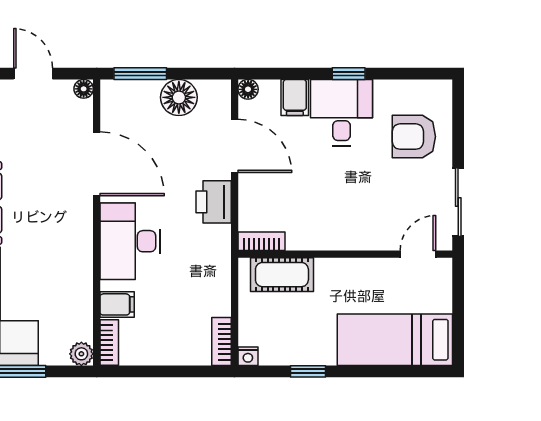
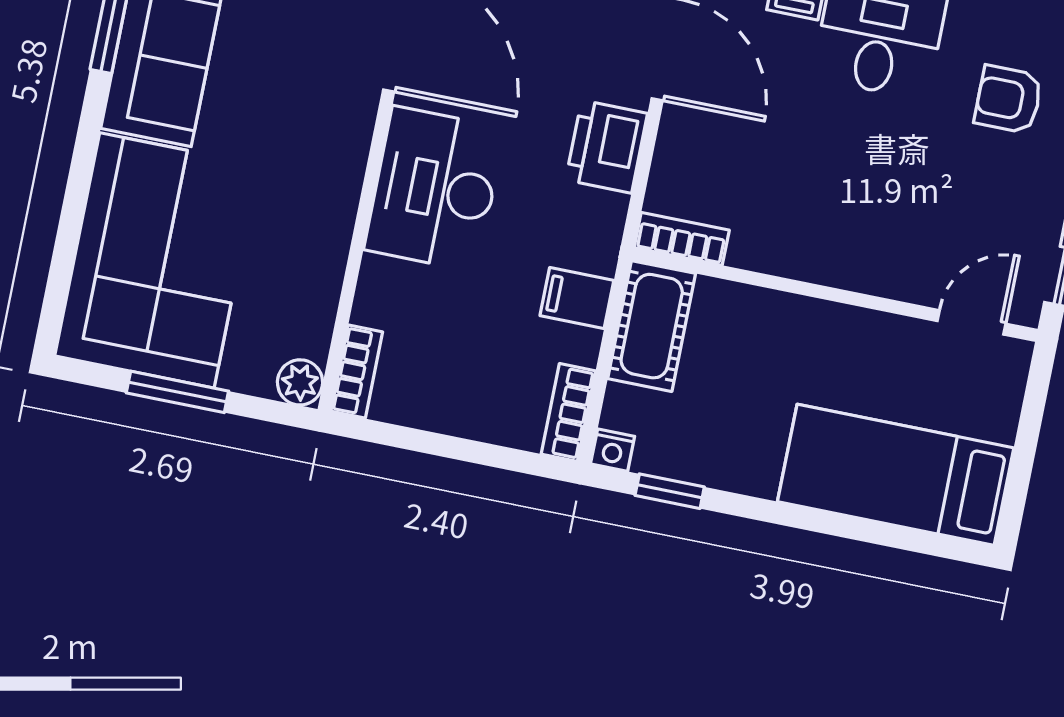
armchair: (414, 137) -> (1008, 99), width x0.72, depth x0.72
cot: (282, 275) -> (652, 326), moved, turned 90
filing cabinet: (117, 304) -> (577, 298), moved, turned 180
window: (308, 371) -> (670, 491), moved

